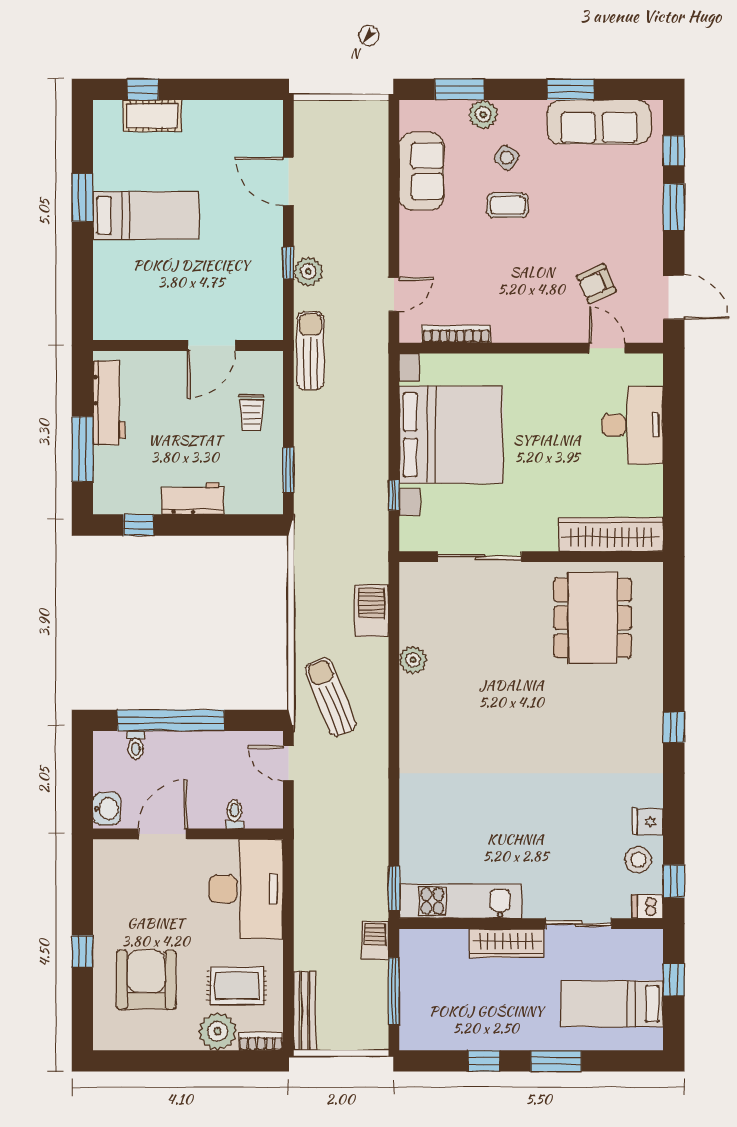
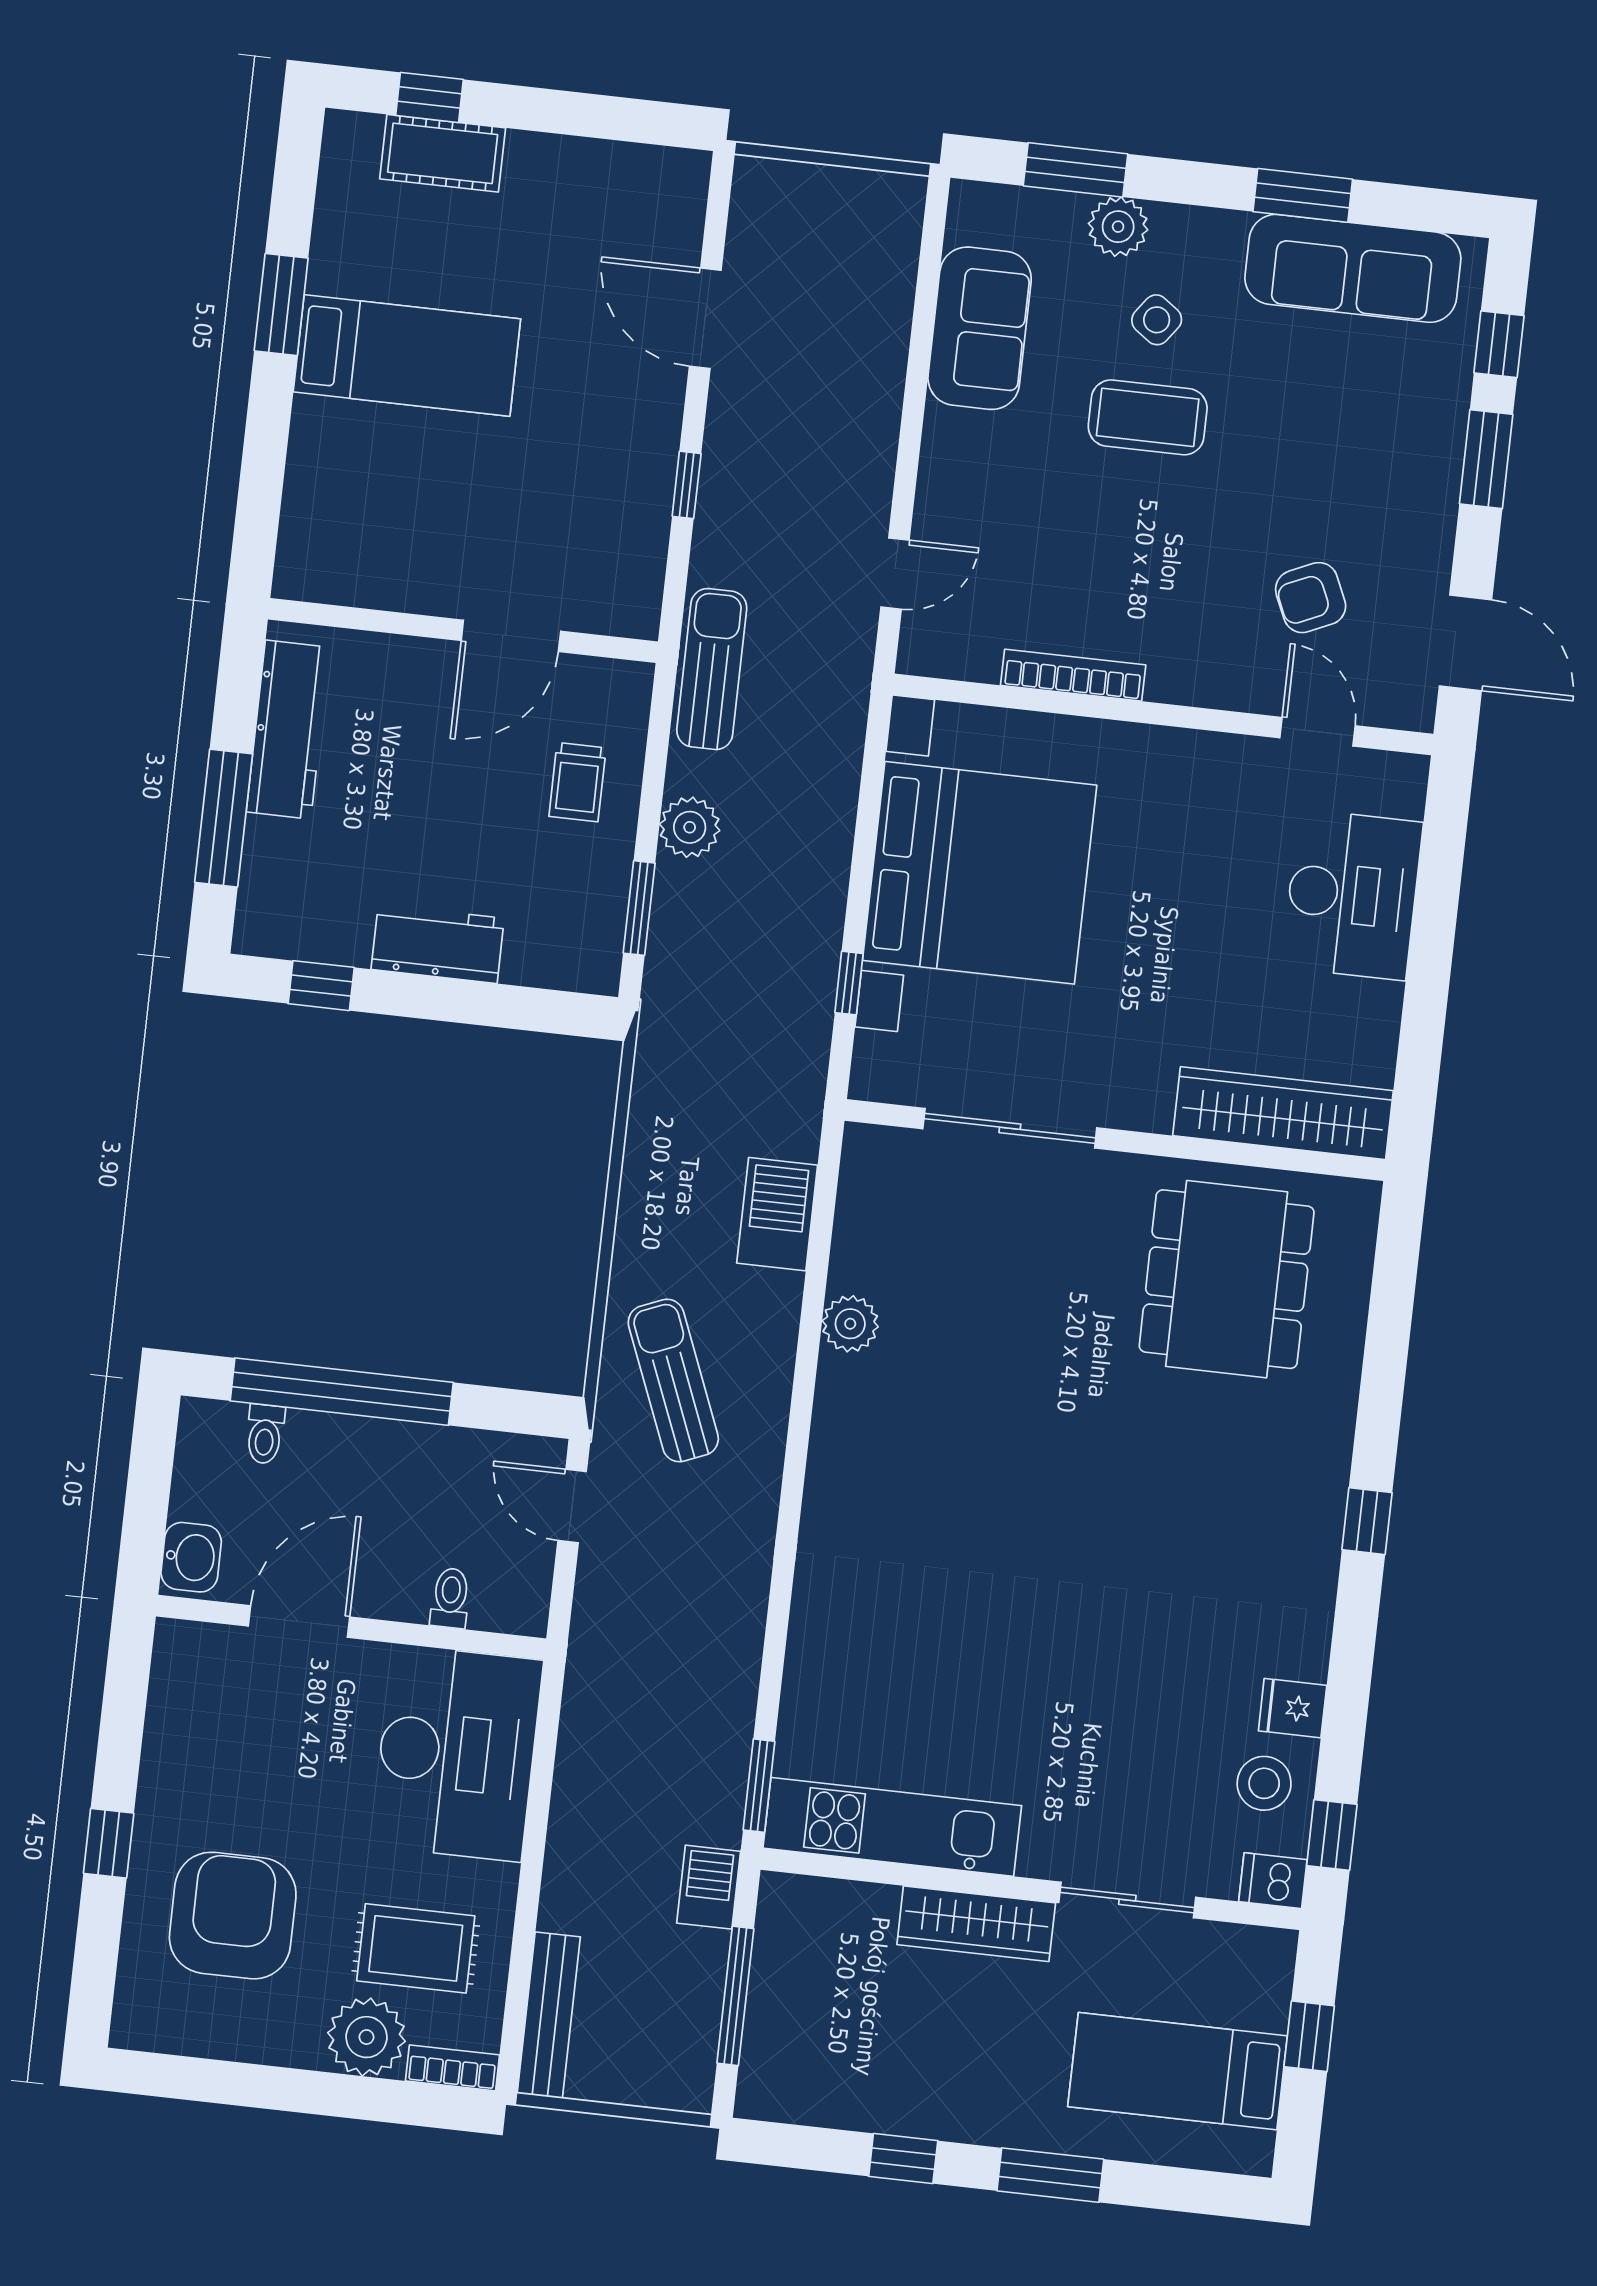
coffee table: (508, 205) -> (1148, 417), width x1.36, depth x1.30
plant: (308, 272) -> (690, 827), moved
bookcase: (456, 334) -> (1073, 675), moved

